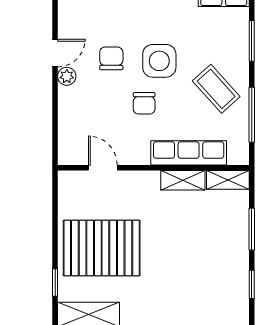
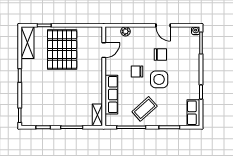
plant: (67, 76) -> (125, 31), moved
shelving: (183, 180) -> (97, 92), removed

